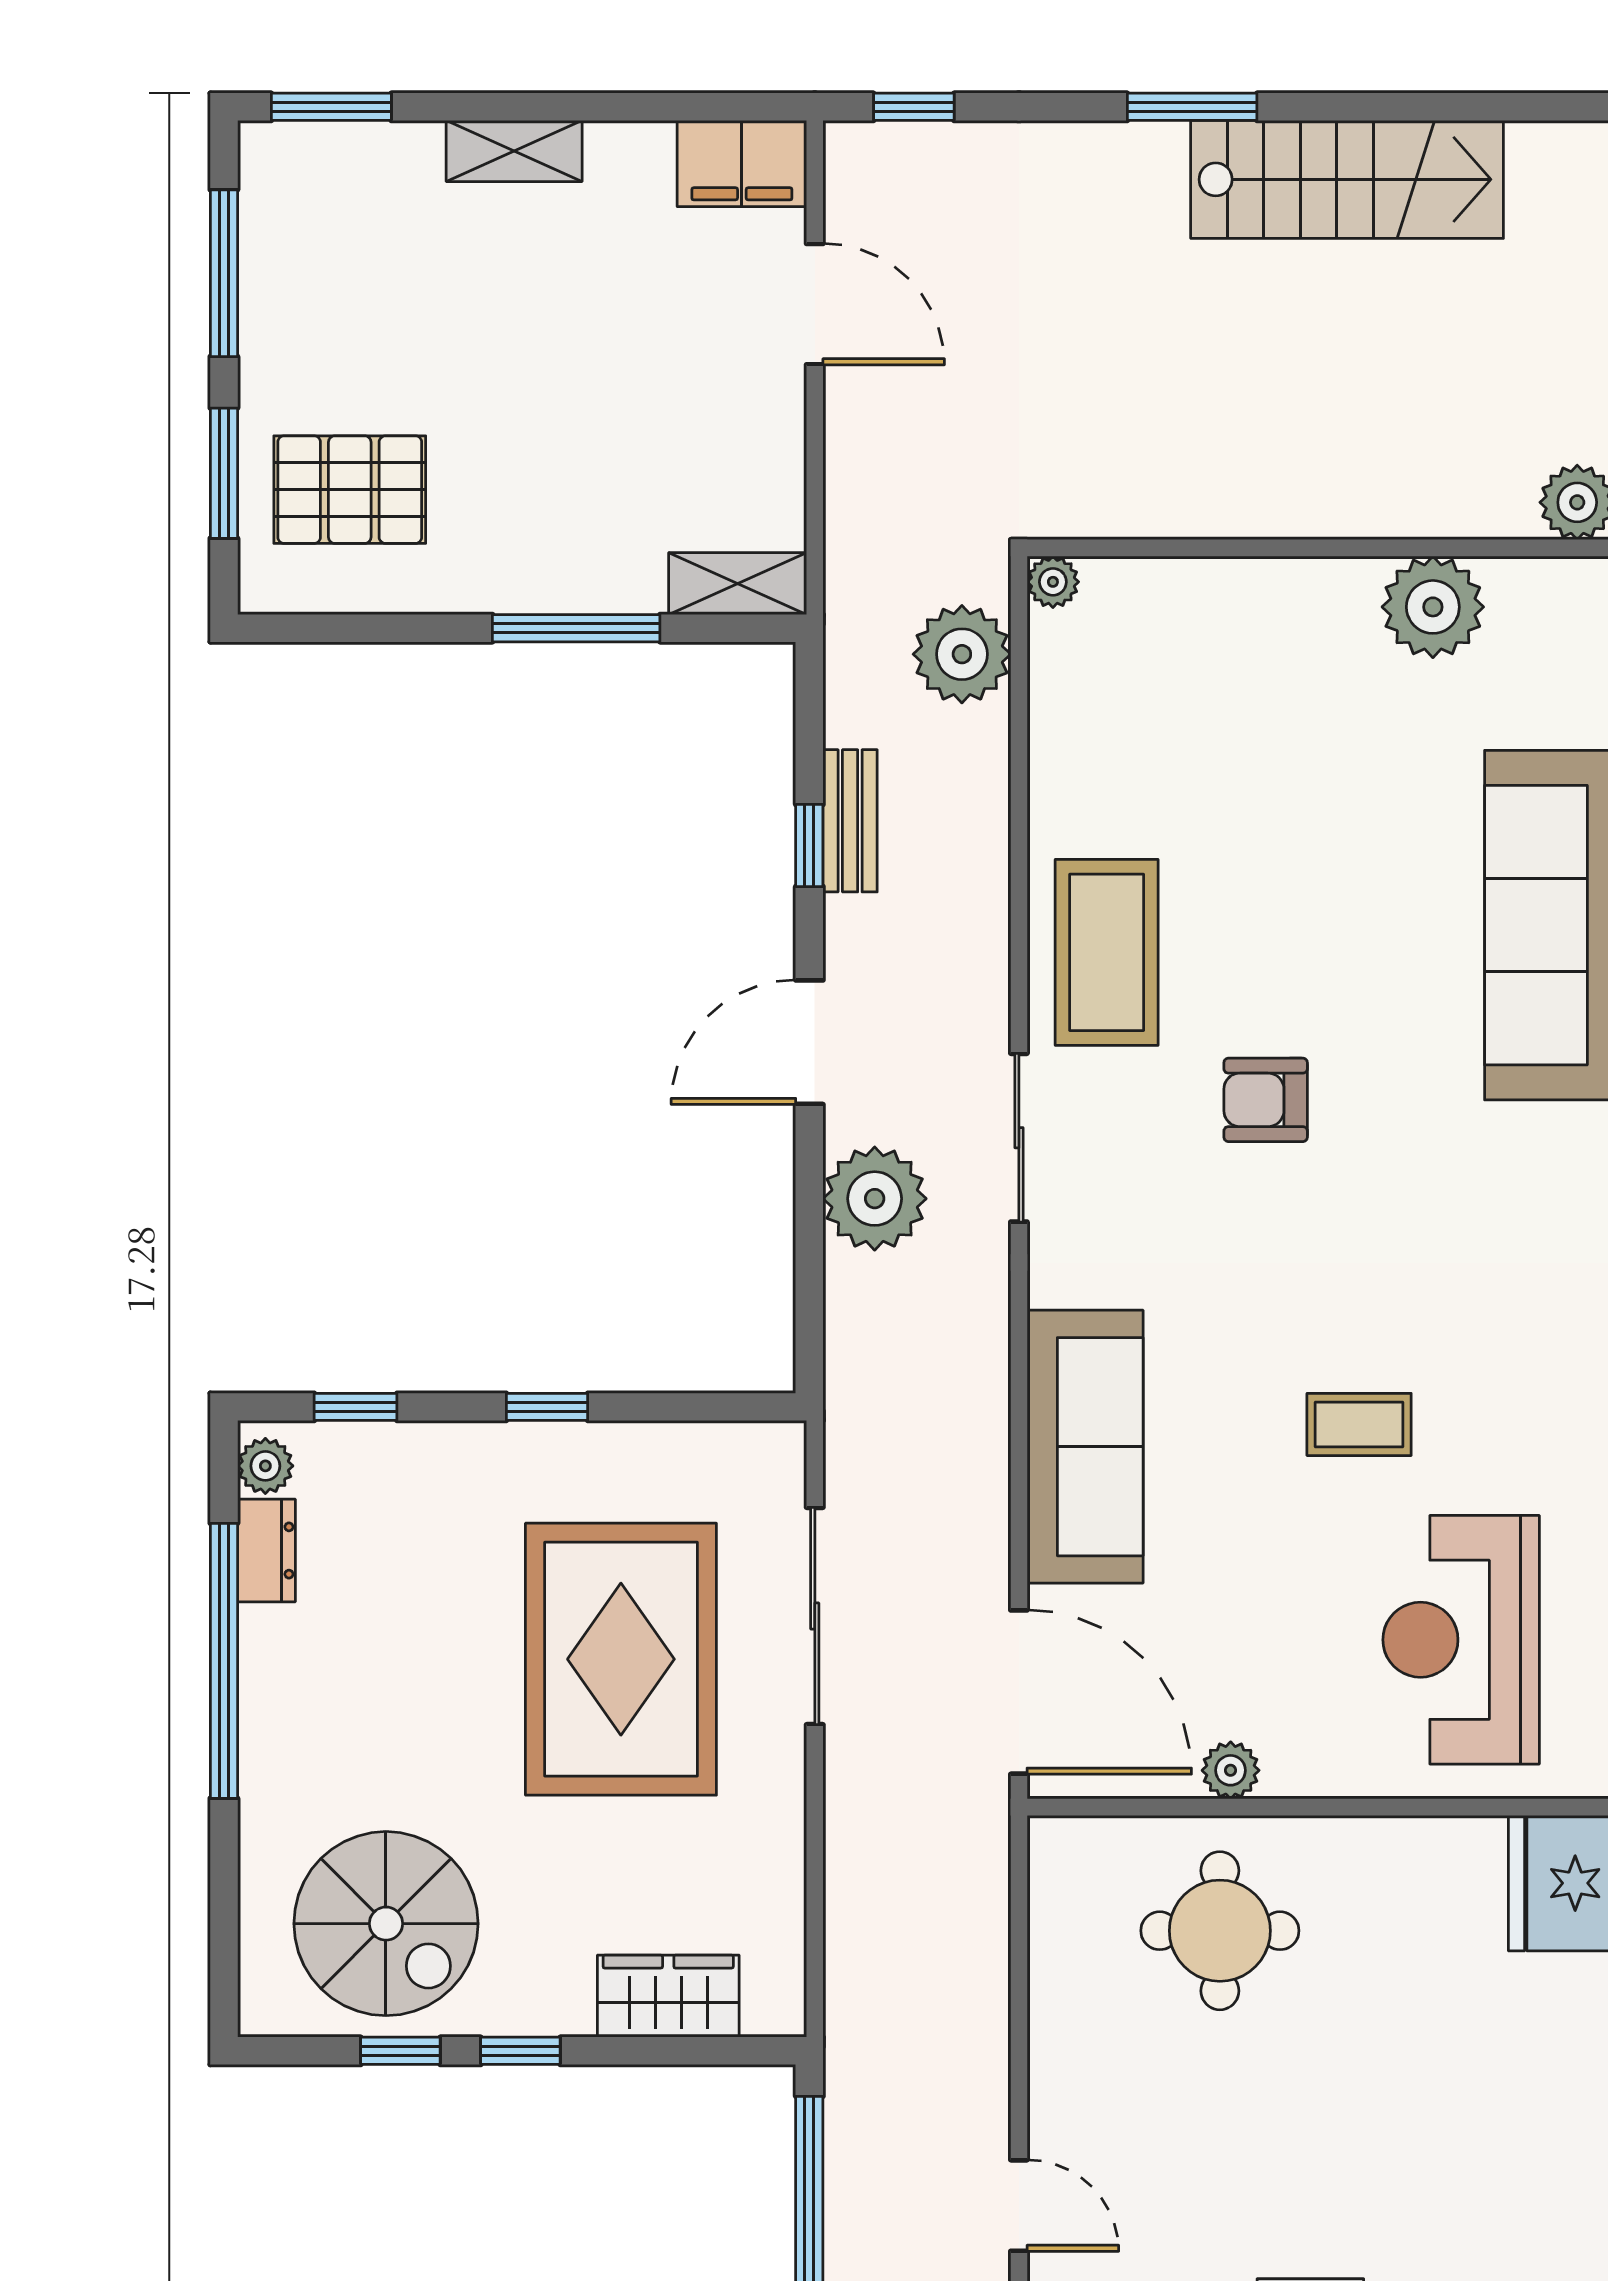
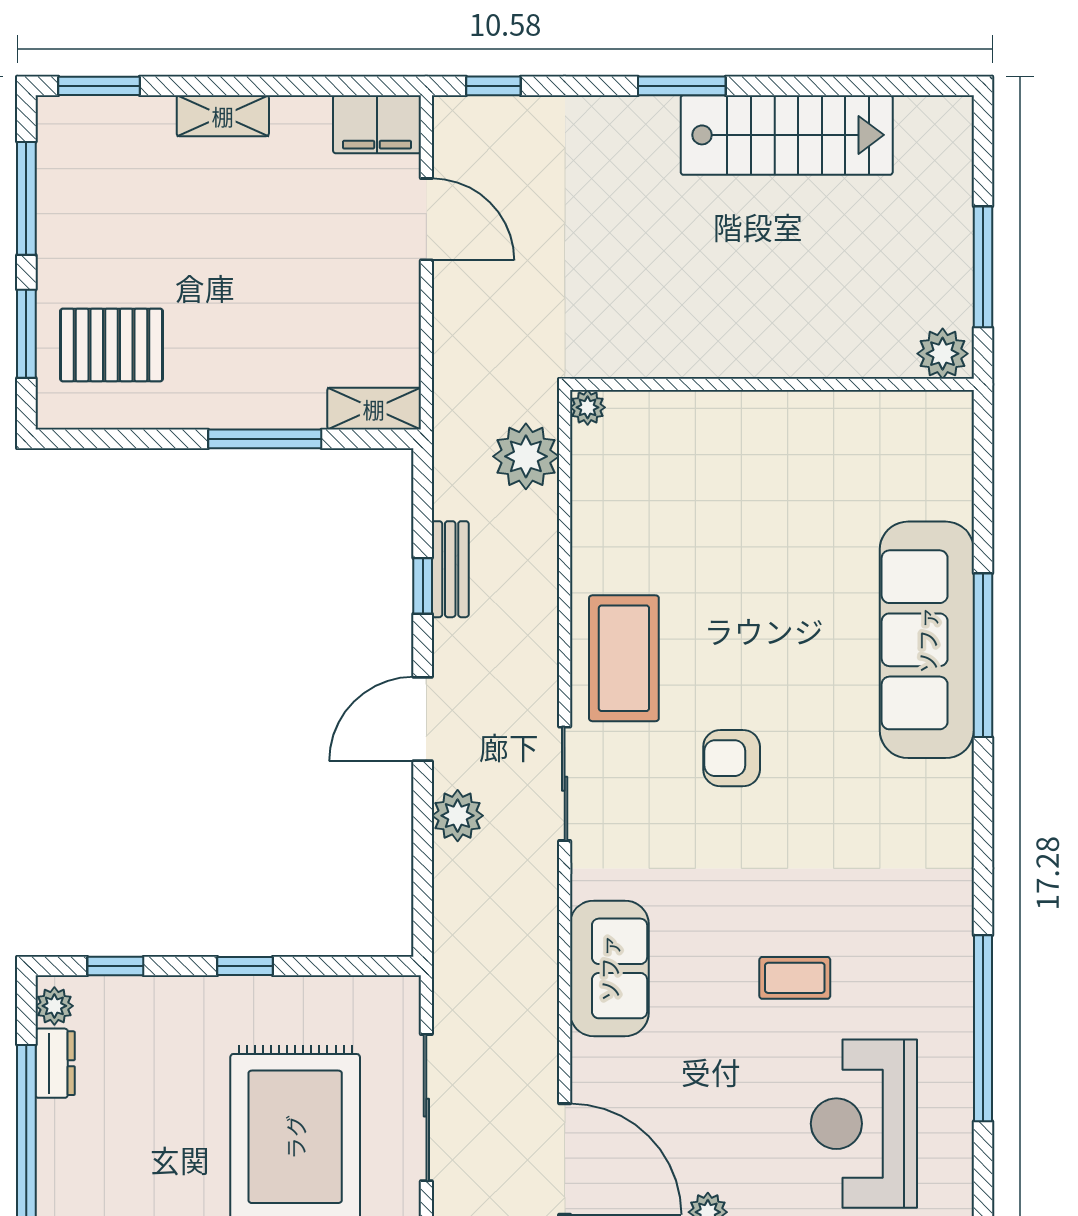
plant: (1433, 607) -> (845, 424), removed
plant: (875, 1199) -> (458, 816), width x0.73, depth x0.73
sofa: (1085, 1447) -> (609, 968), width x0.73

